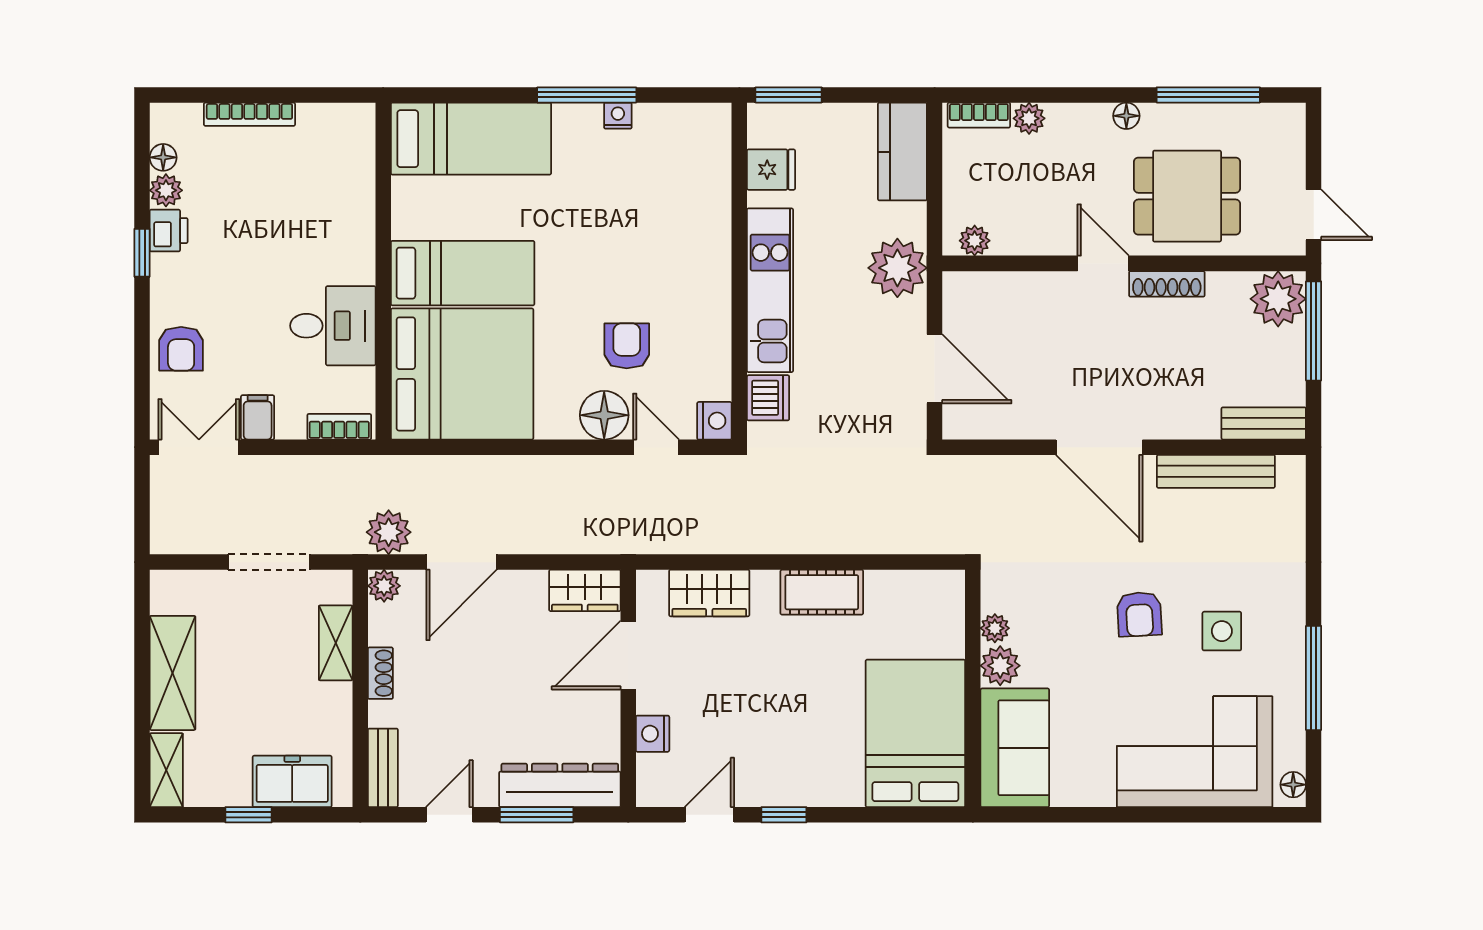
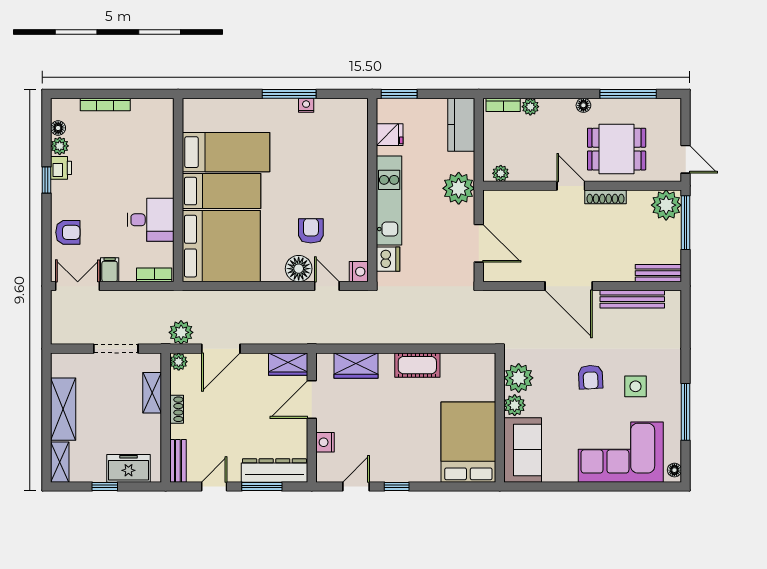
bed: (471, 139) -> (226, 152), moved
armchair: (181, 349) -> (68, 232), turned -90
plant: (995, 628) -> (519, 378), width x1.88, depth x1.88

